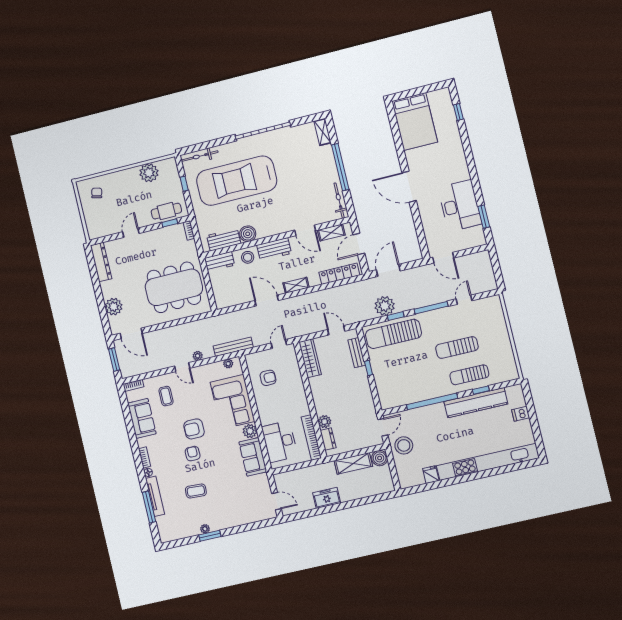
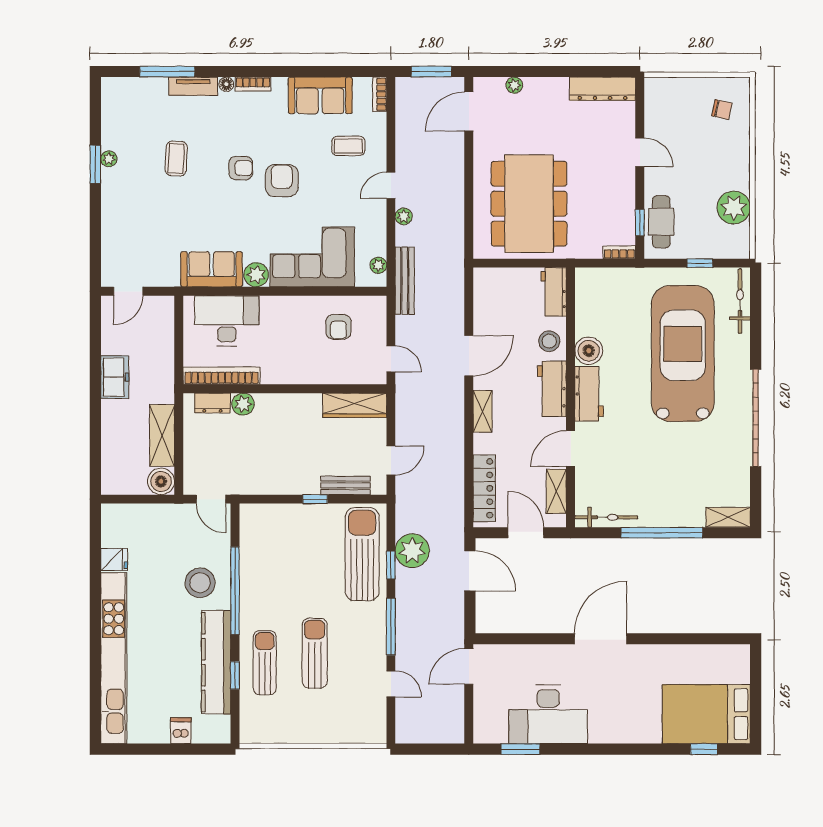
bed: (415, 122) -> (706, 714), moved
workbench: (224, 240) -> (589, 394), moved
plant: (114, 307) -> (514, 85), width x0.53, depth x0.53
stool: (404, 445) -> (200, 583), moved
tv unit: (155, 496) -> (193, 86), width x0.71

